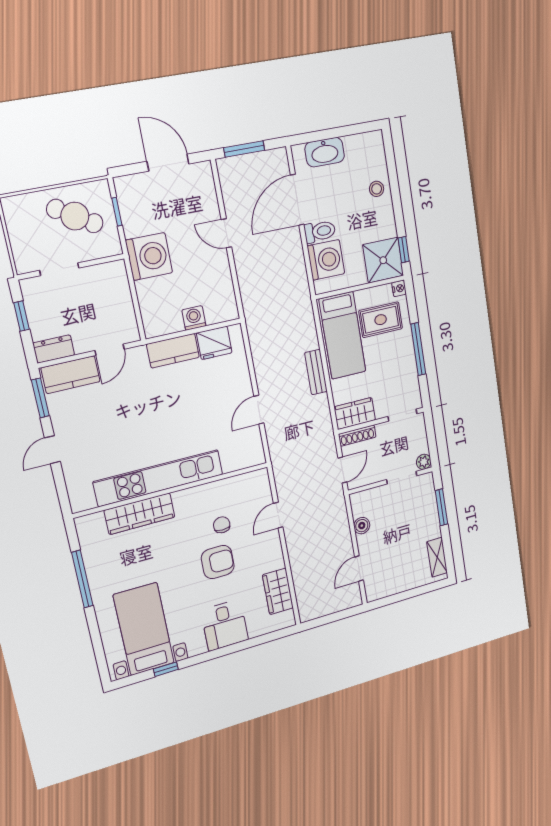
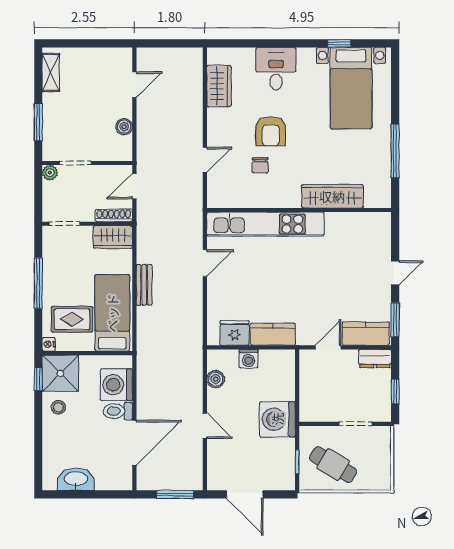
washbasin: (325, 152) -> (76, 479), moved
stool: (377, 189) -> (58, 407), moved
boiler: (225, 288) -> (216, 379), added
kitchen unit: (159, 478) -> (265, 224), moved
armchair: (218, 562) -> (271, 131), turned -90

